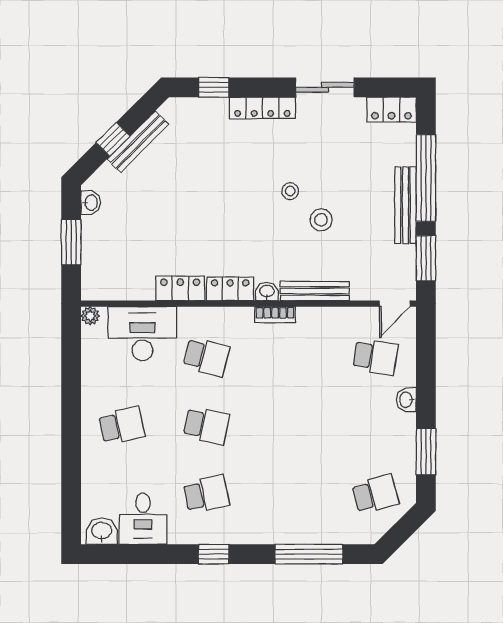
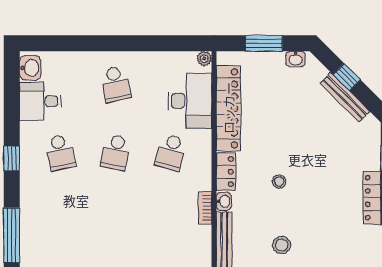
stool: (290, 191) -> (279, 181), moved
locker: (180, 288) -> (228, 108), width x2.16, depth x1.21

